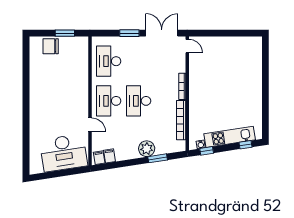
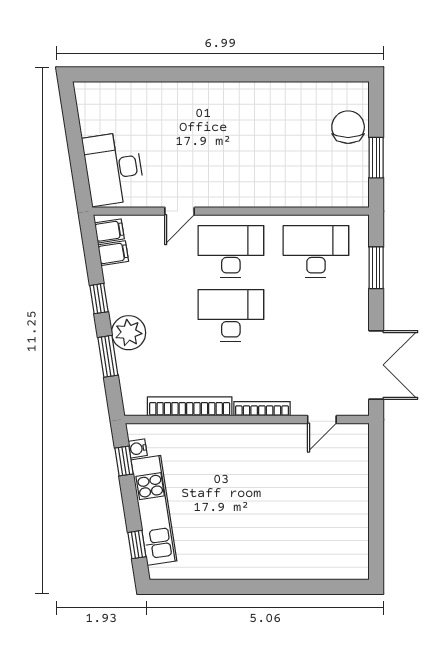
window: (129, 33) -> (376, 268), moved
door: (187, 46) -> (322, 419), moved
desk: (64, 153) -> (114, 169), width x0.73, depth x0.77
window: (131, 162) -> (99, 299), added

